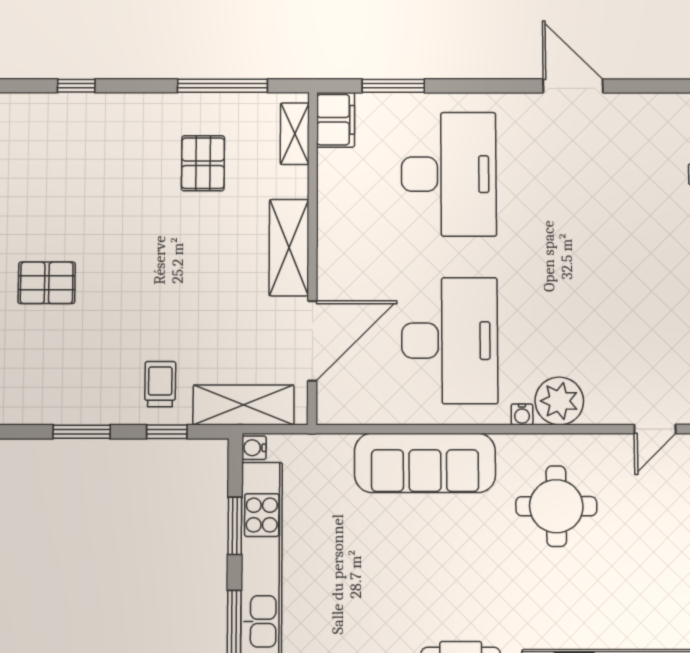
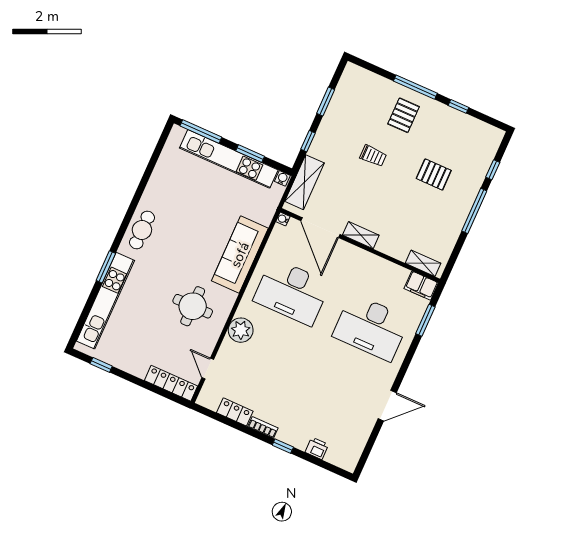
window: (222, 86) -> (474, 211), moved
pallet: (203, 163) -> (434, 174), moved
shelving: (289, 248) -> (361, 235), width x0.67, depth x0.75
trolley: (160, 384) -> (373, 156), moved
water cooler: (522, 414) -> (283, 219), moved

